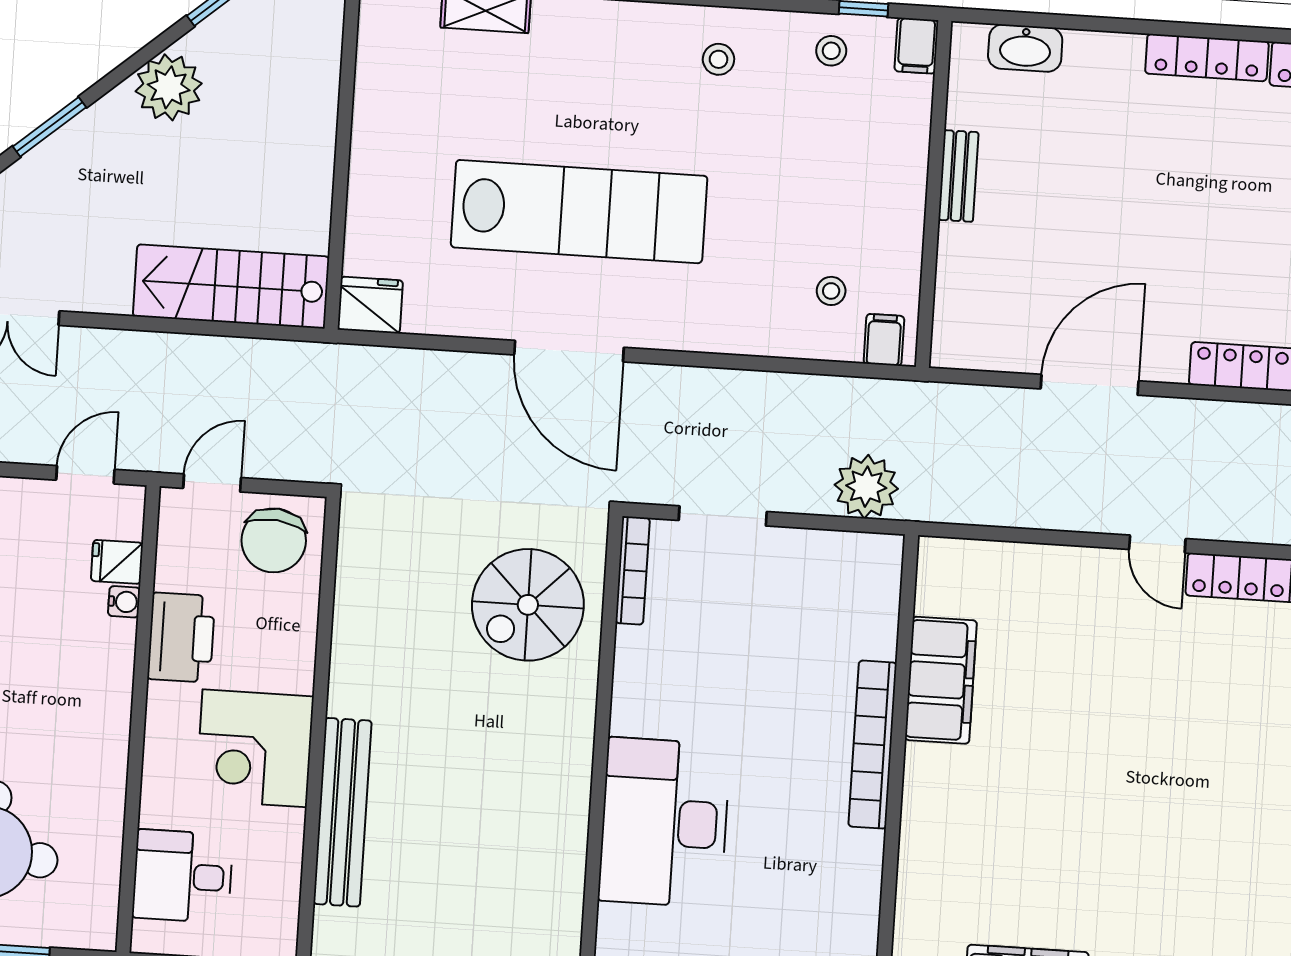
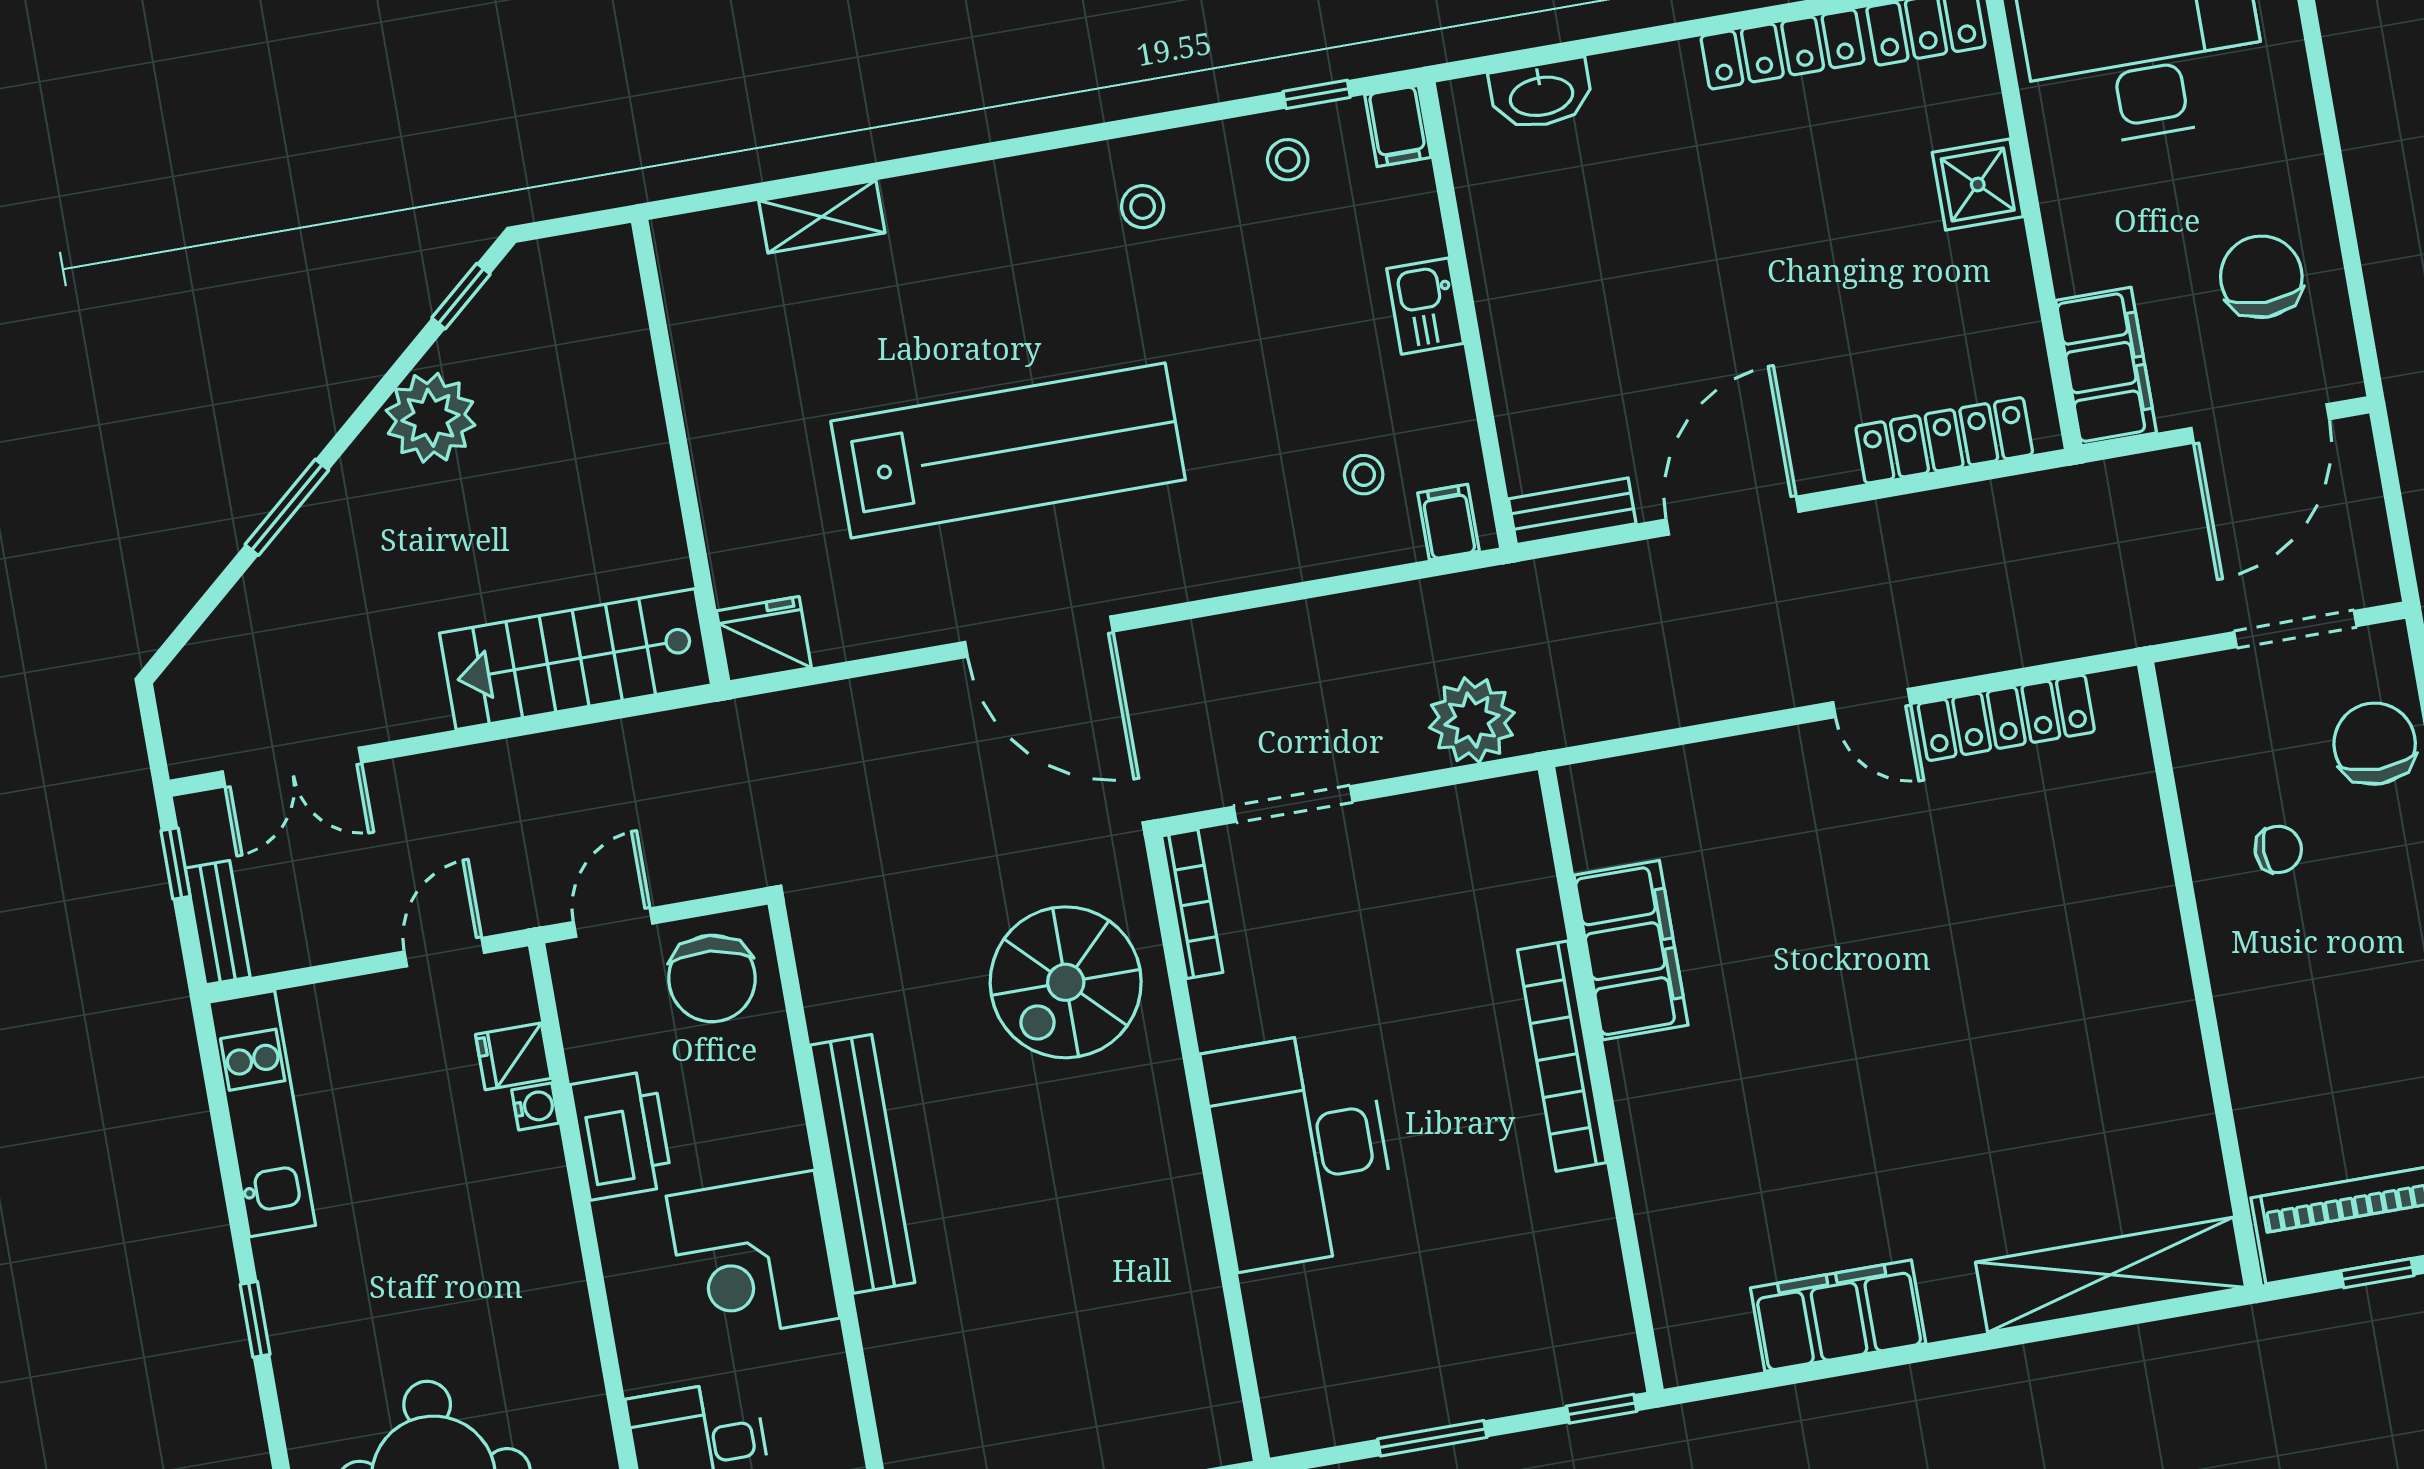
bench: (958, 176) -> (1572, 511), moved, turned 90
kitchen sink: (905, 180) -> (1425, 306), added
bench: (343, 812) -> (862, 1164), moved
desk: (664, 822) -> (1300, 1149), moved

